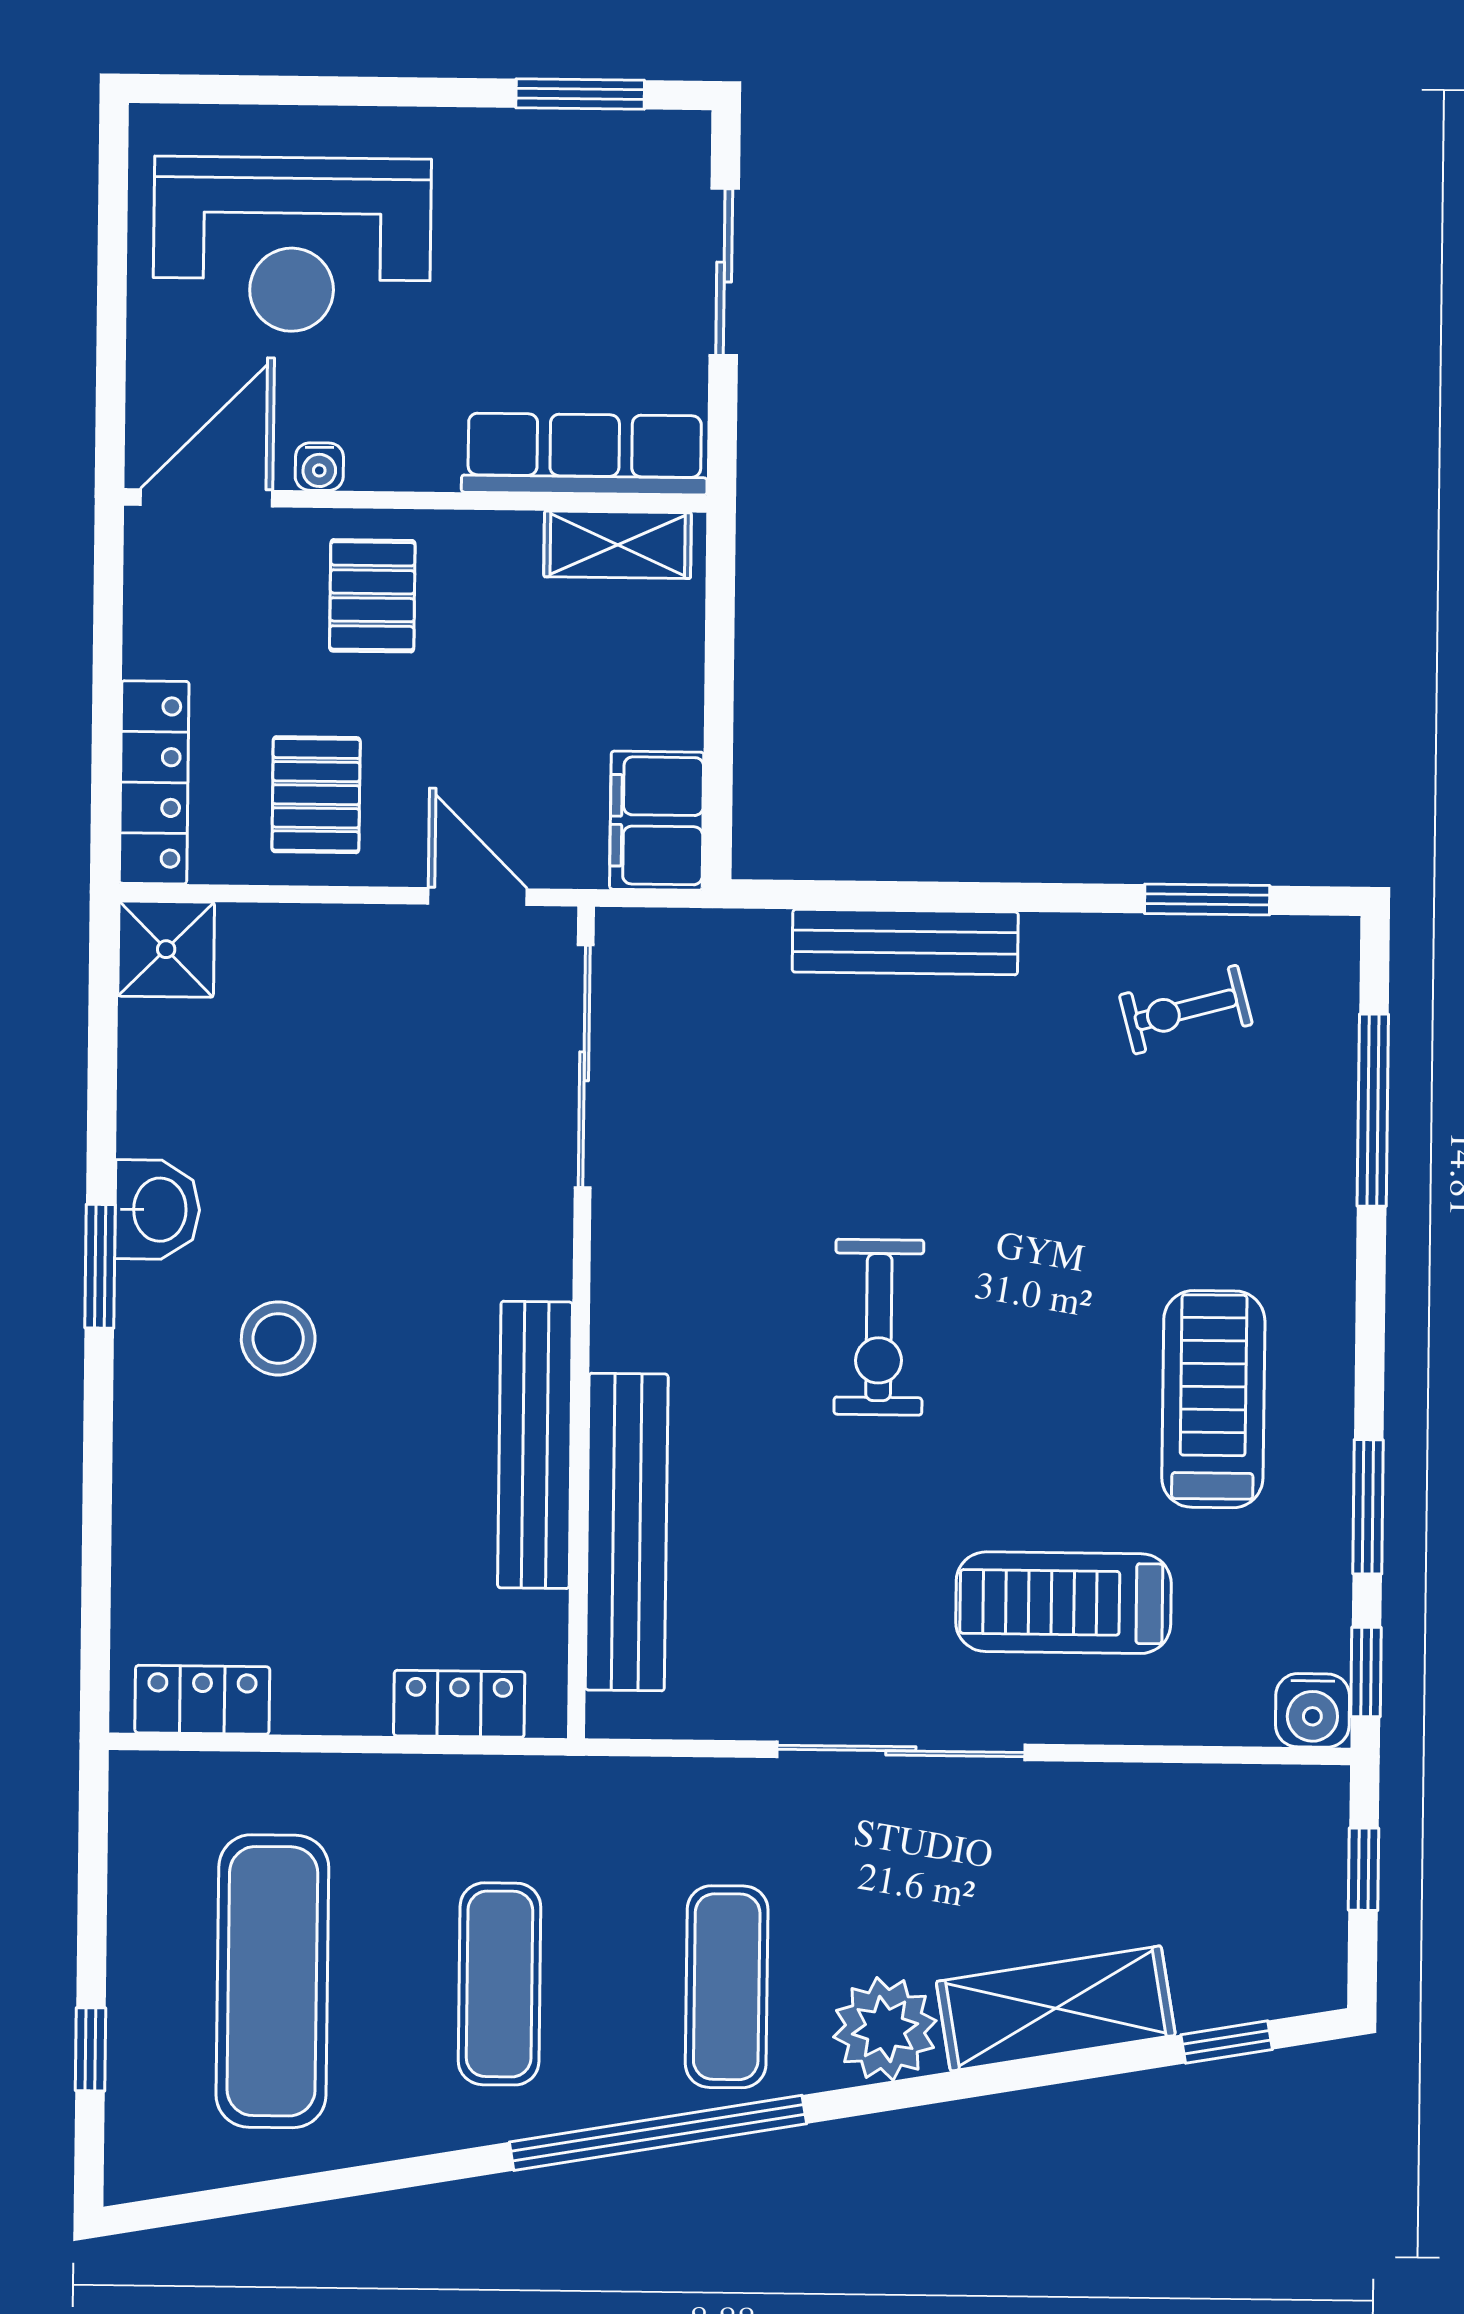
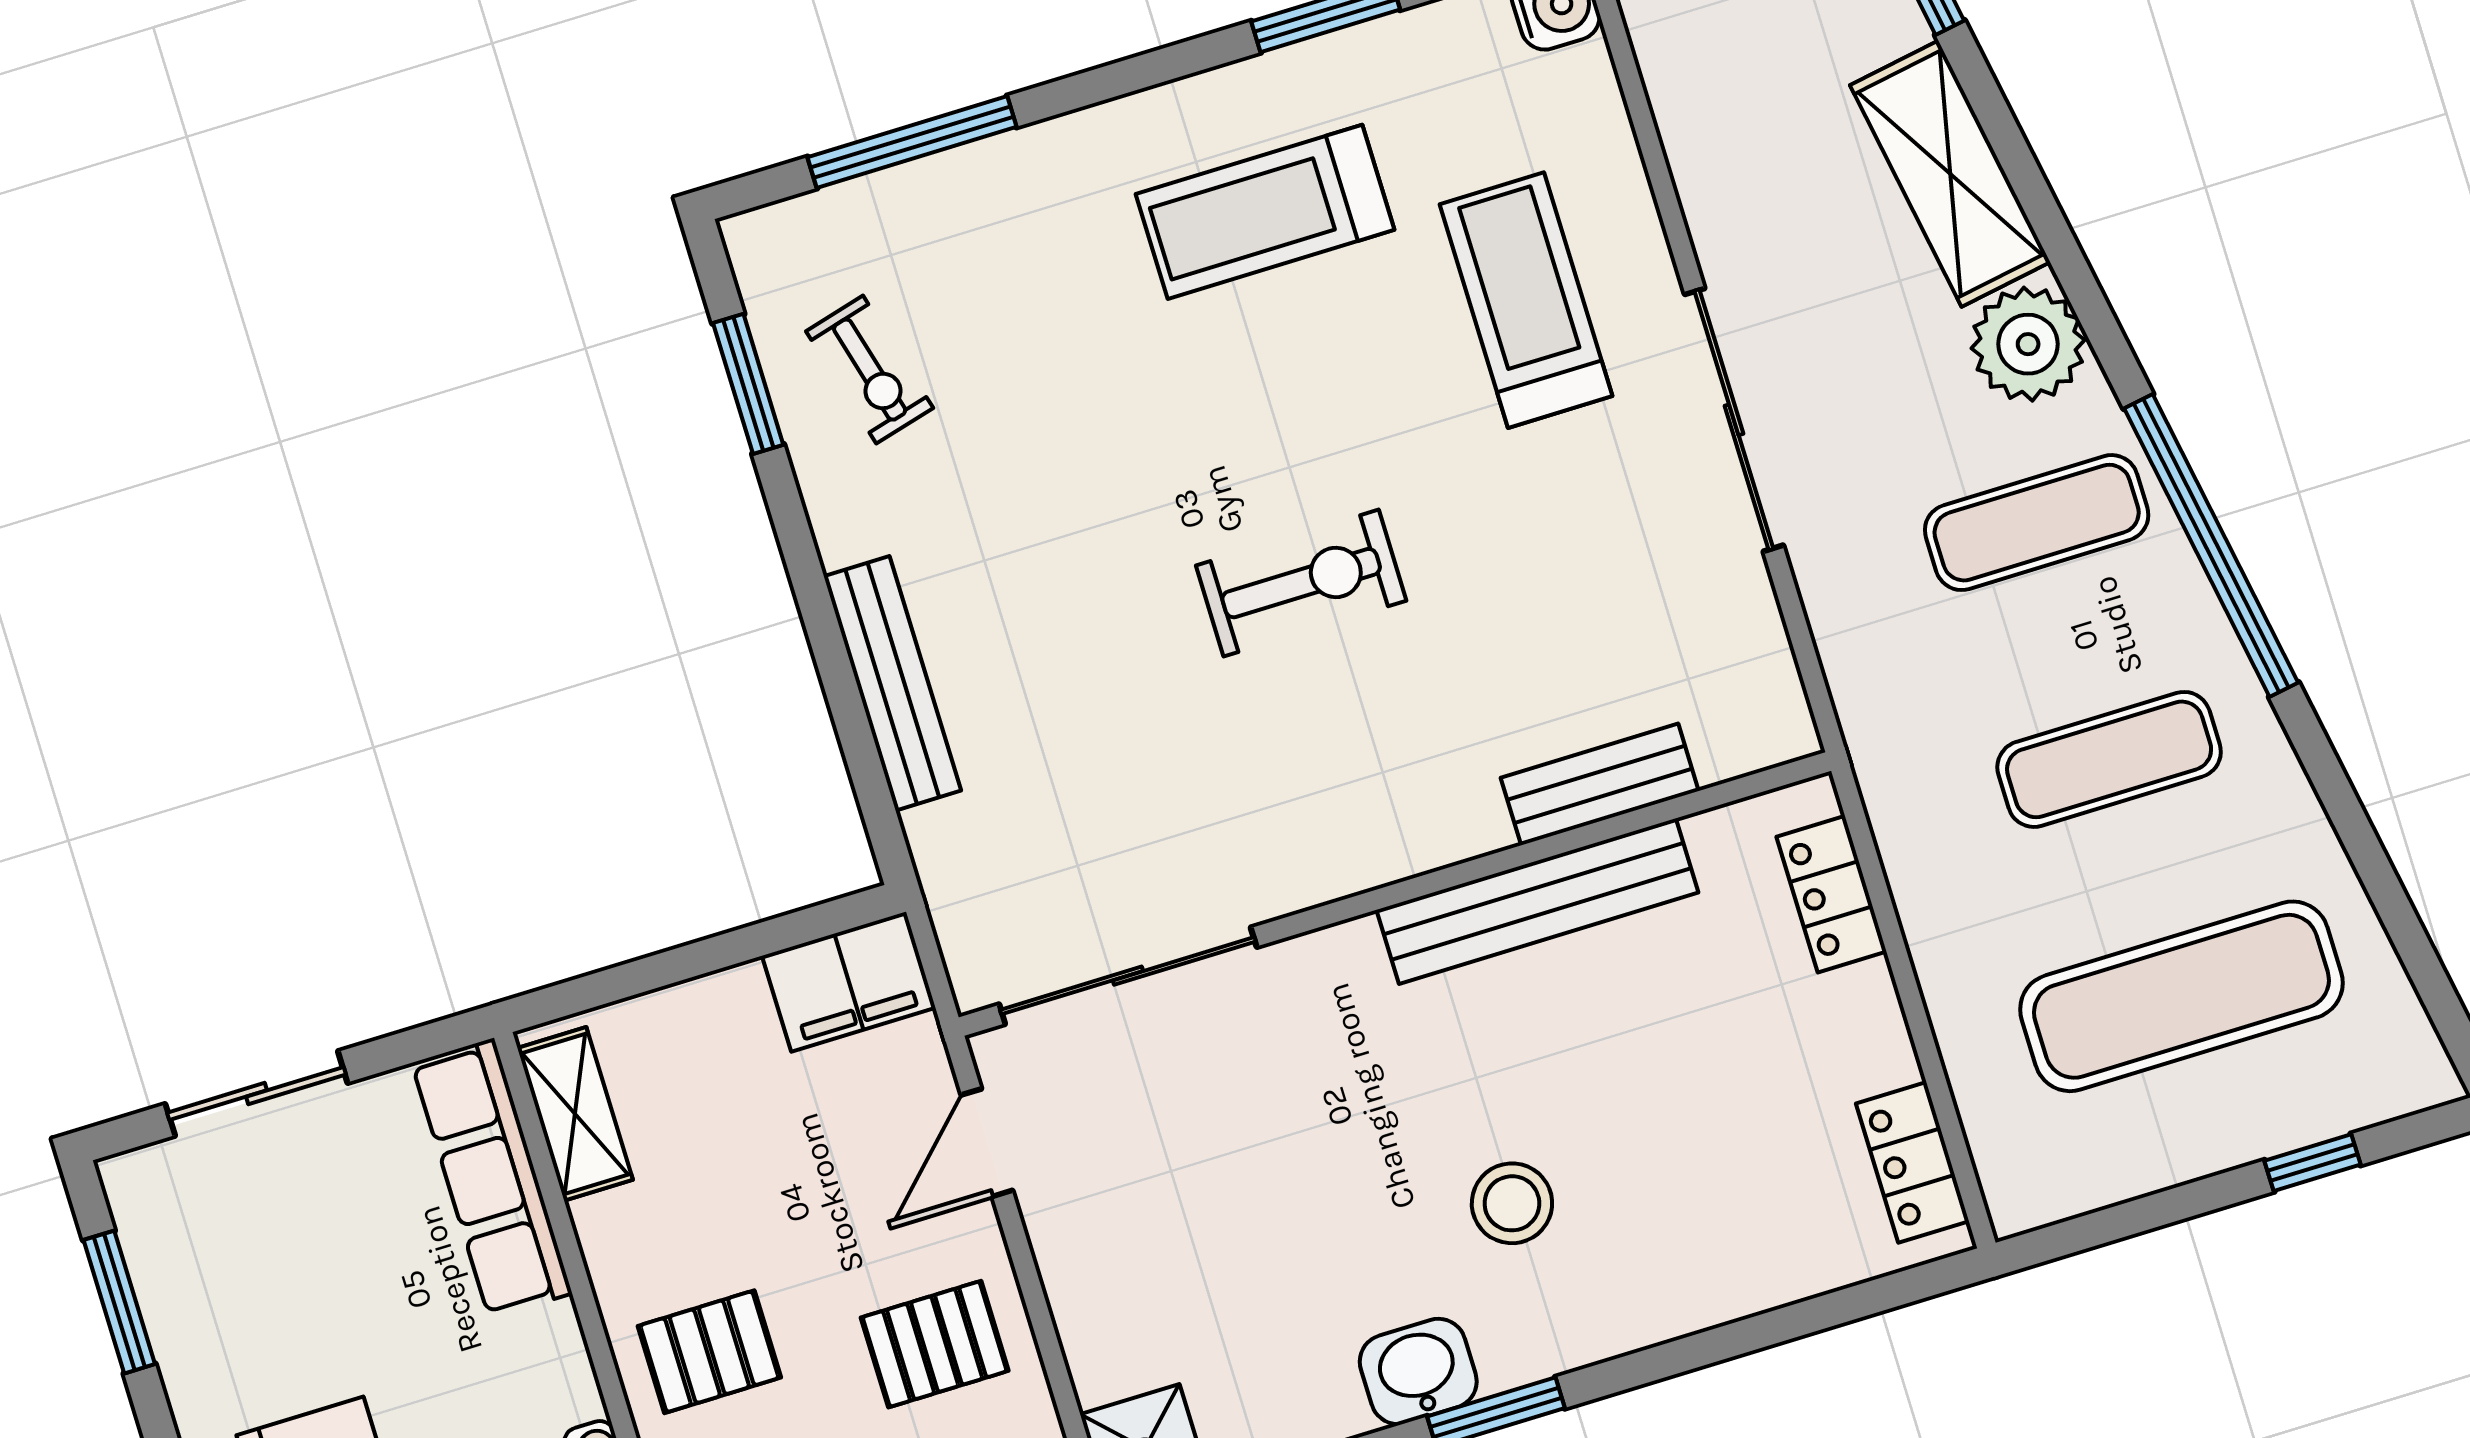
bench: (627, 1532) -> (1600, 784), width x0.54, depth x0.82
treadmill: (1063, 1603) -> (1526, 300), turned 180

